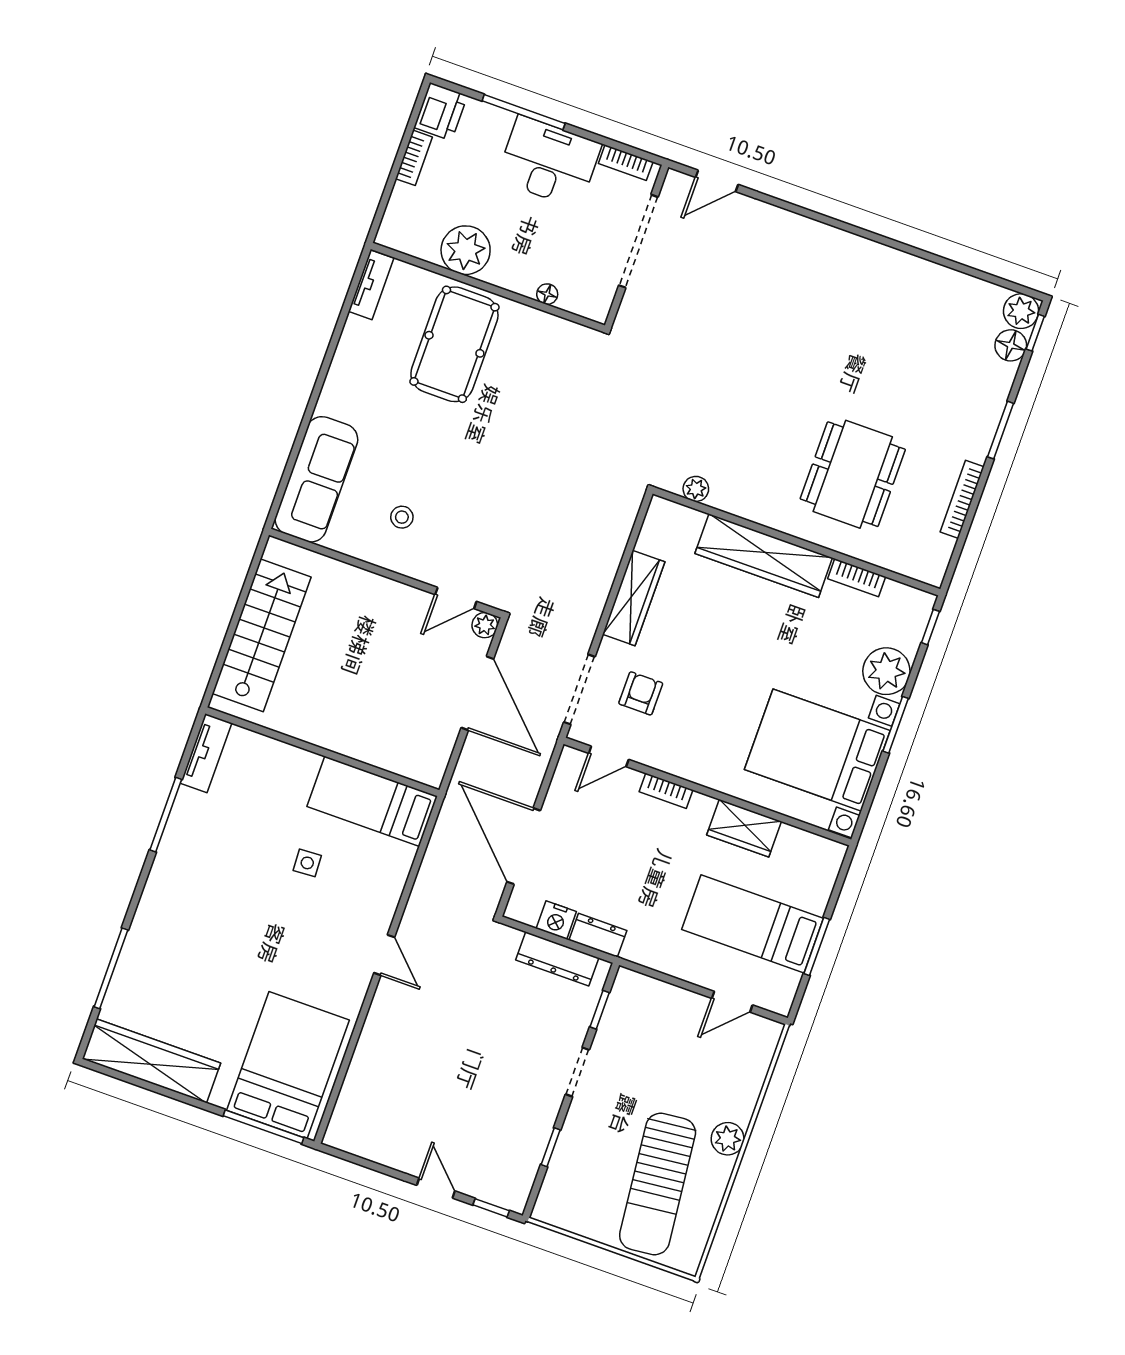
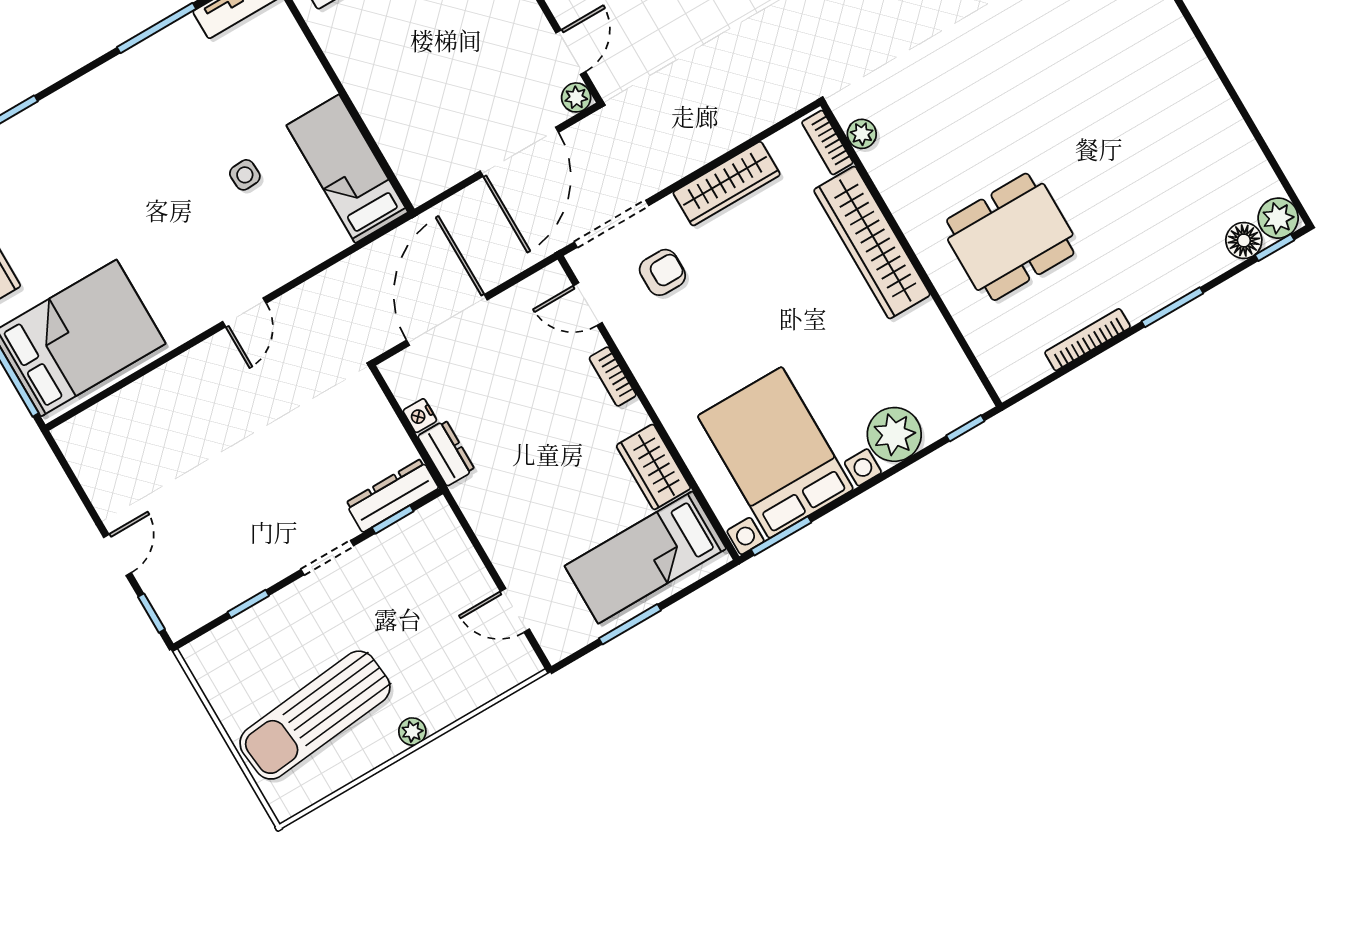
bookcase: (857, 578) -> (827, 142), moved
door: (456, 598) -> (571, 52), swing flipped
window: (896, 725) -> (781, 536), moved
nightstand: (556, 920) -> (420, 416), width x0.72, depth x0.74
bed: (752, 924) -> (645, 557), moved, turned -90
dresser: (557, 959) -> (392, 495), moved, turned 90
plant: (728, 1139) -> (412, 732), width x0.73, depth x0.73

